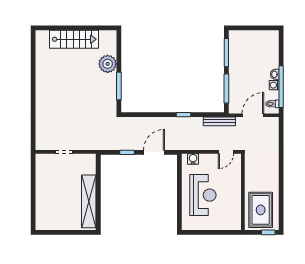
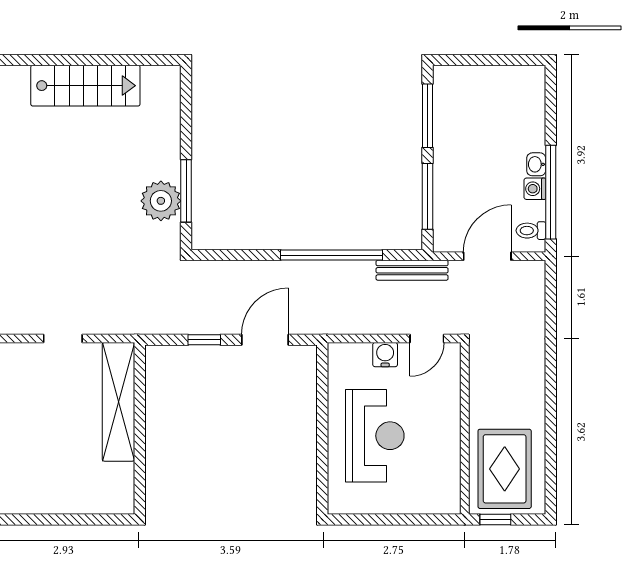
plant: (108, 64) -> (161, 201), moved
window: (184, 115) -> (331, 255), width x3.17
water cooler: (193, 159) -> (385, 355), moved
shelving: (89, 201) -> (118, 402), moved
window: (268, 232) -> (495, 520), moved

